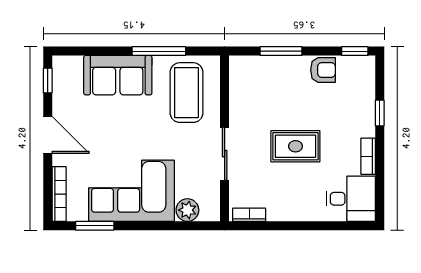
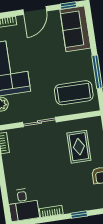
sofa: (118, 75) -> (75, 29), moved
rug: (295, 146) -> (79, 147), moved

